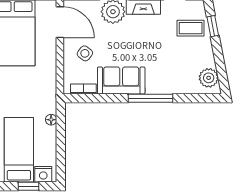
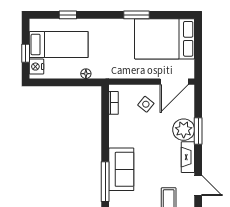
sofa: (121, 80) -> (121, 169), moved
window: (151, 98) -> (105, 182), moved

